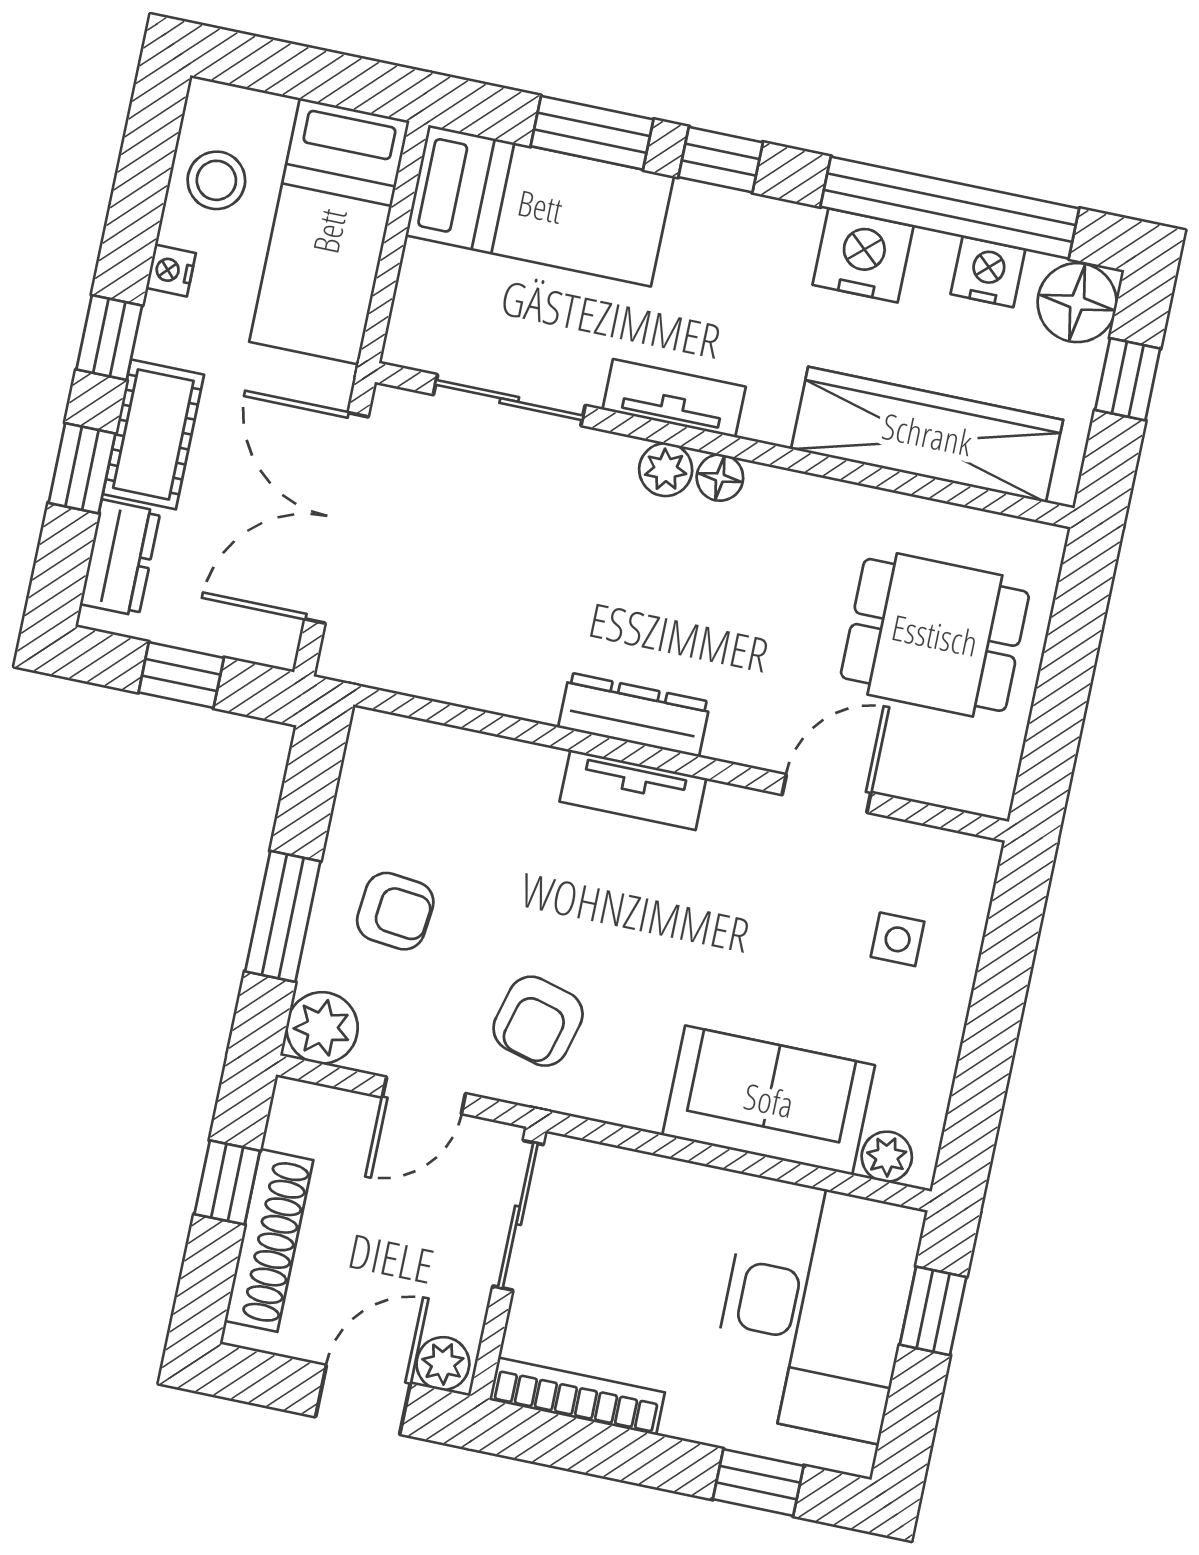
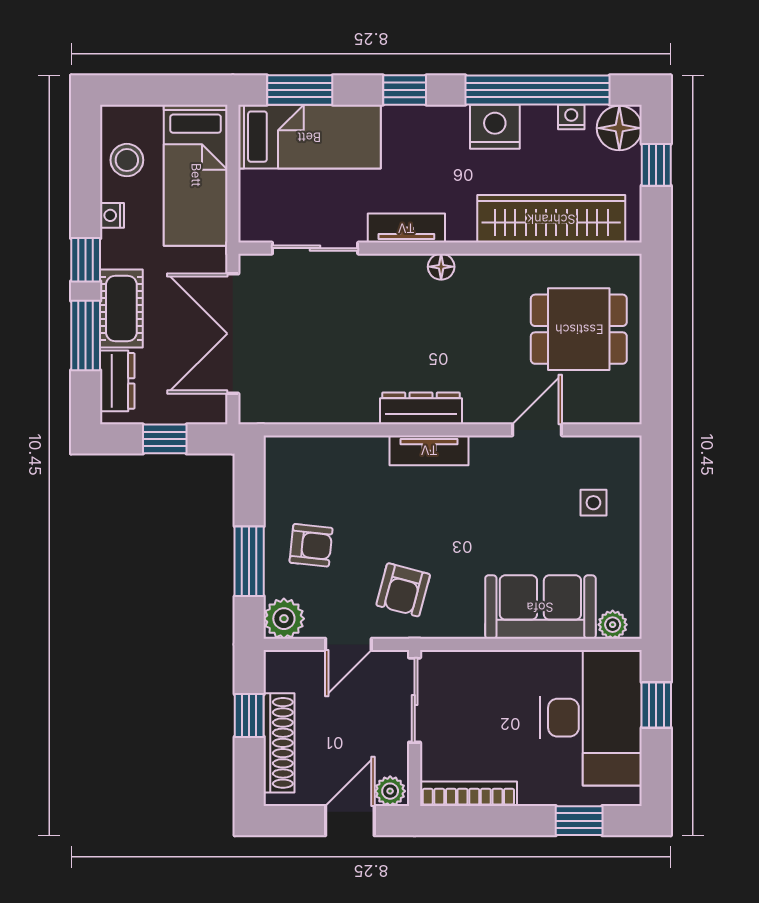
window: (592, 133) -> (300, 90), moved
nightstand: (988, 272) -> (571, 117), width x0.72, depth x0.74
window: (82, 468) -> (86, 336), width x1.50
plant: (666, 470) -> (410, 269), removed

